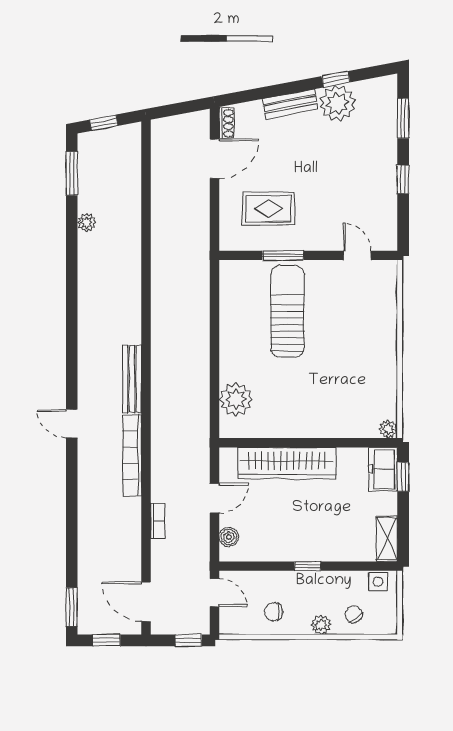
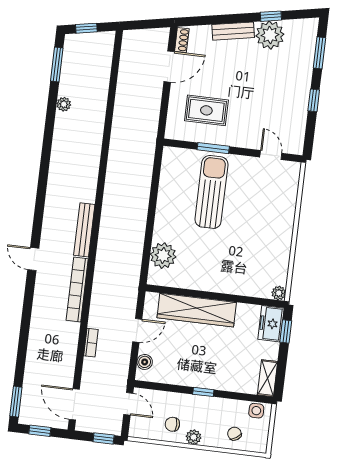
plant: (321, 625) -> (194, 437), moved

